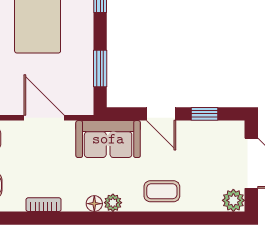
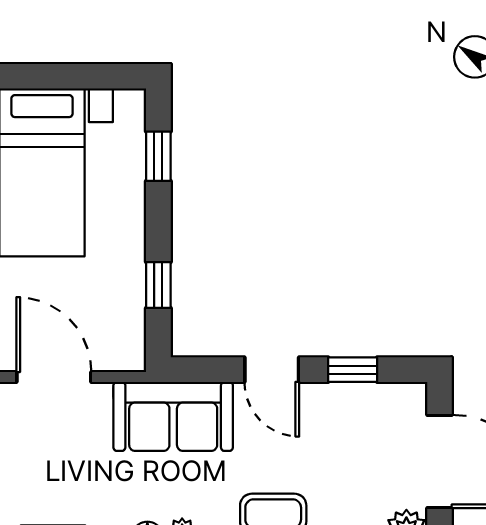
window: (100, 68) -> (158, 285), width x0.67

